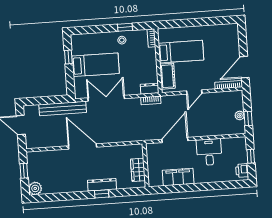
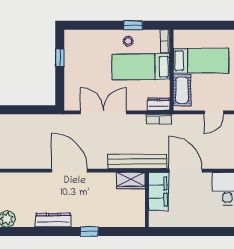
bed: (96, 65) -> (141, 67), moved, turned 180
bench: (63, 108) -> (137, 162), moved
door: (175, 140) -> (186, 171), hinge flipped
wardrobe: (138, 170) -> (131, 181), moved, turned -90
filing cabinet: (178, 177) -> (159, 192), moved, turned 90
dresser: (102, 185) -> (53, 220), moved

